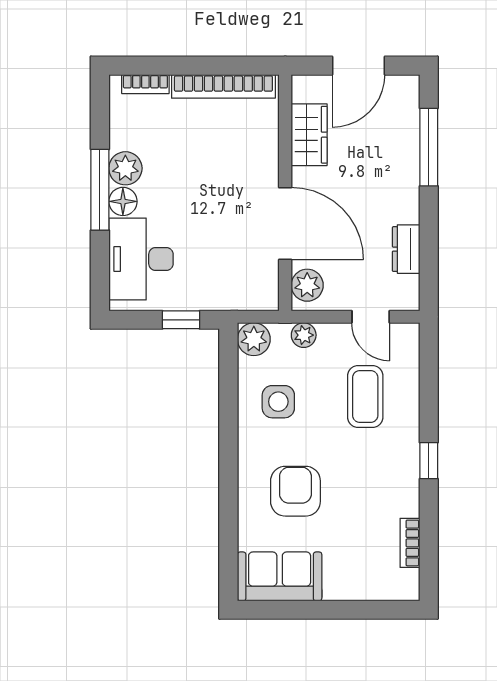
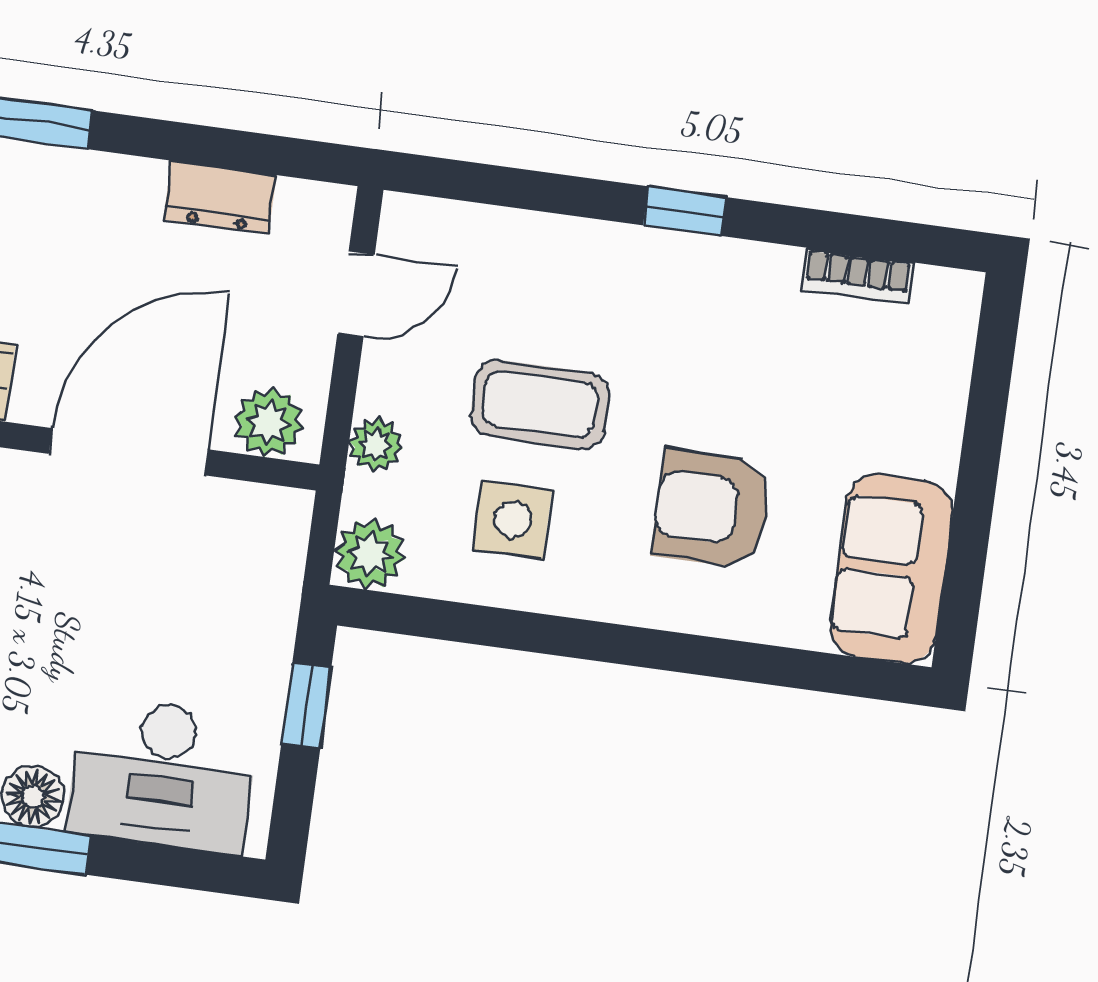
coffee table: (365, 396) -> (540, 404), moved

